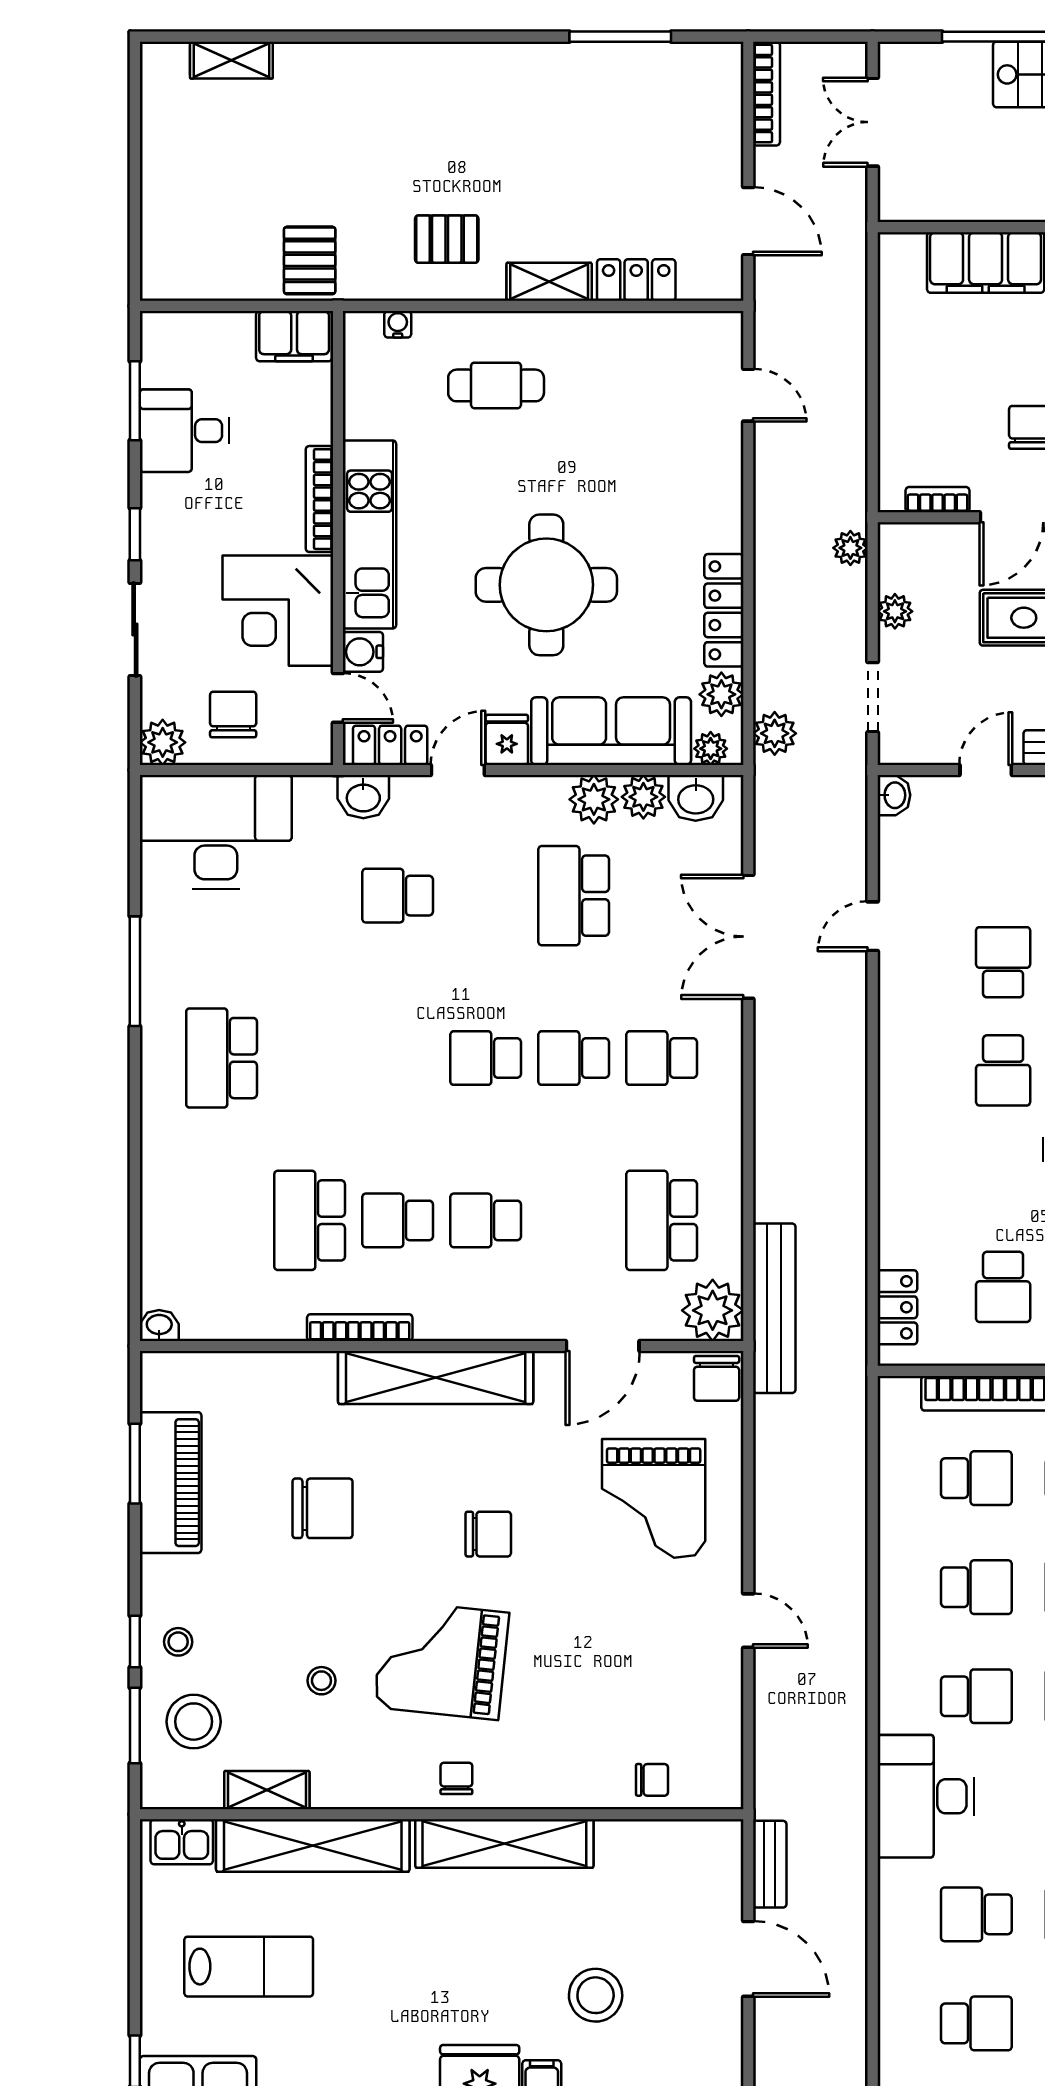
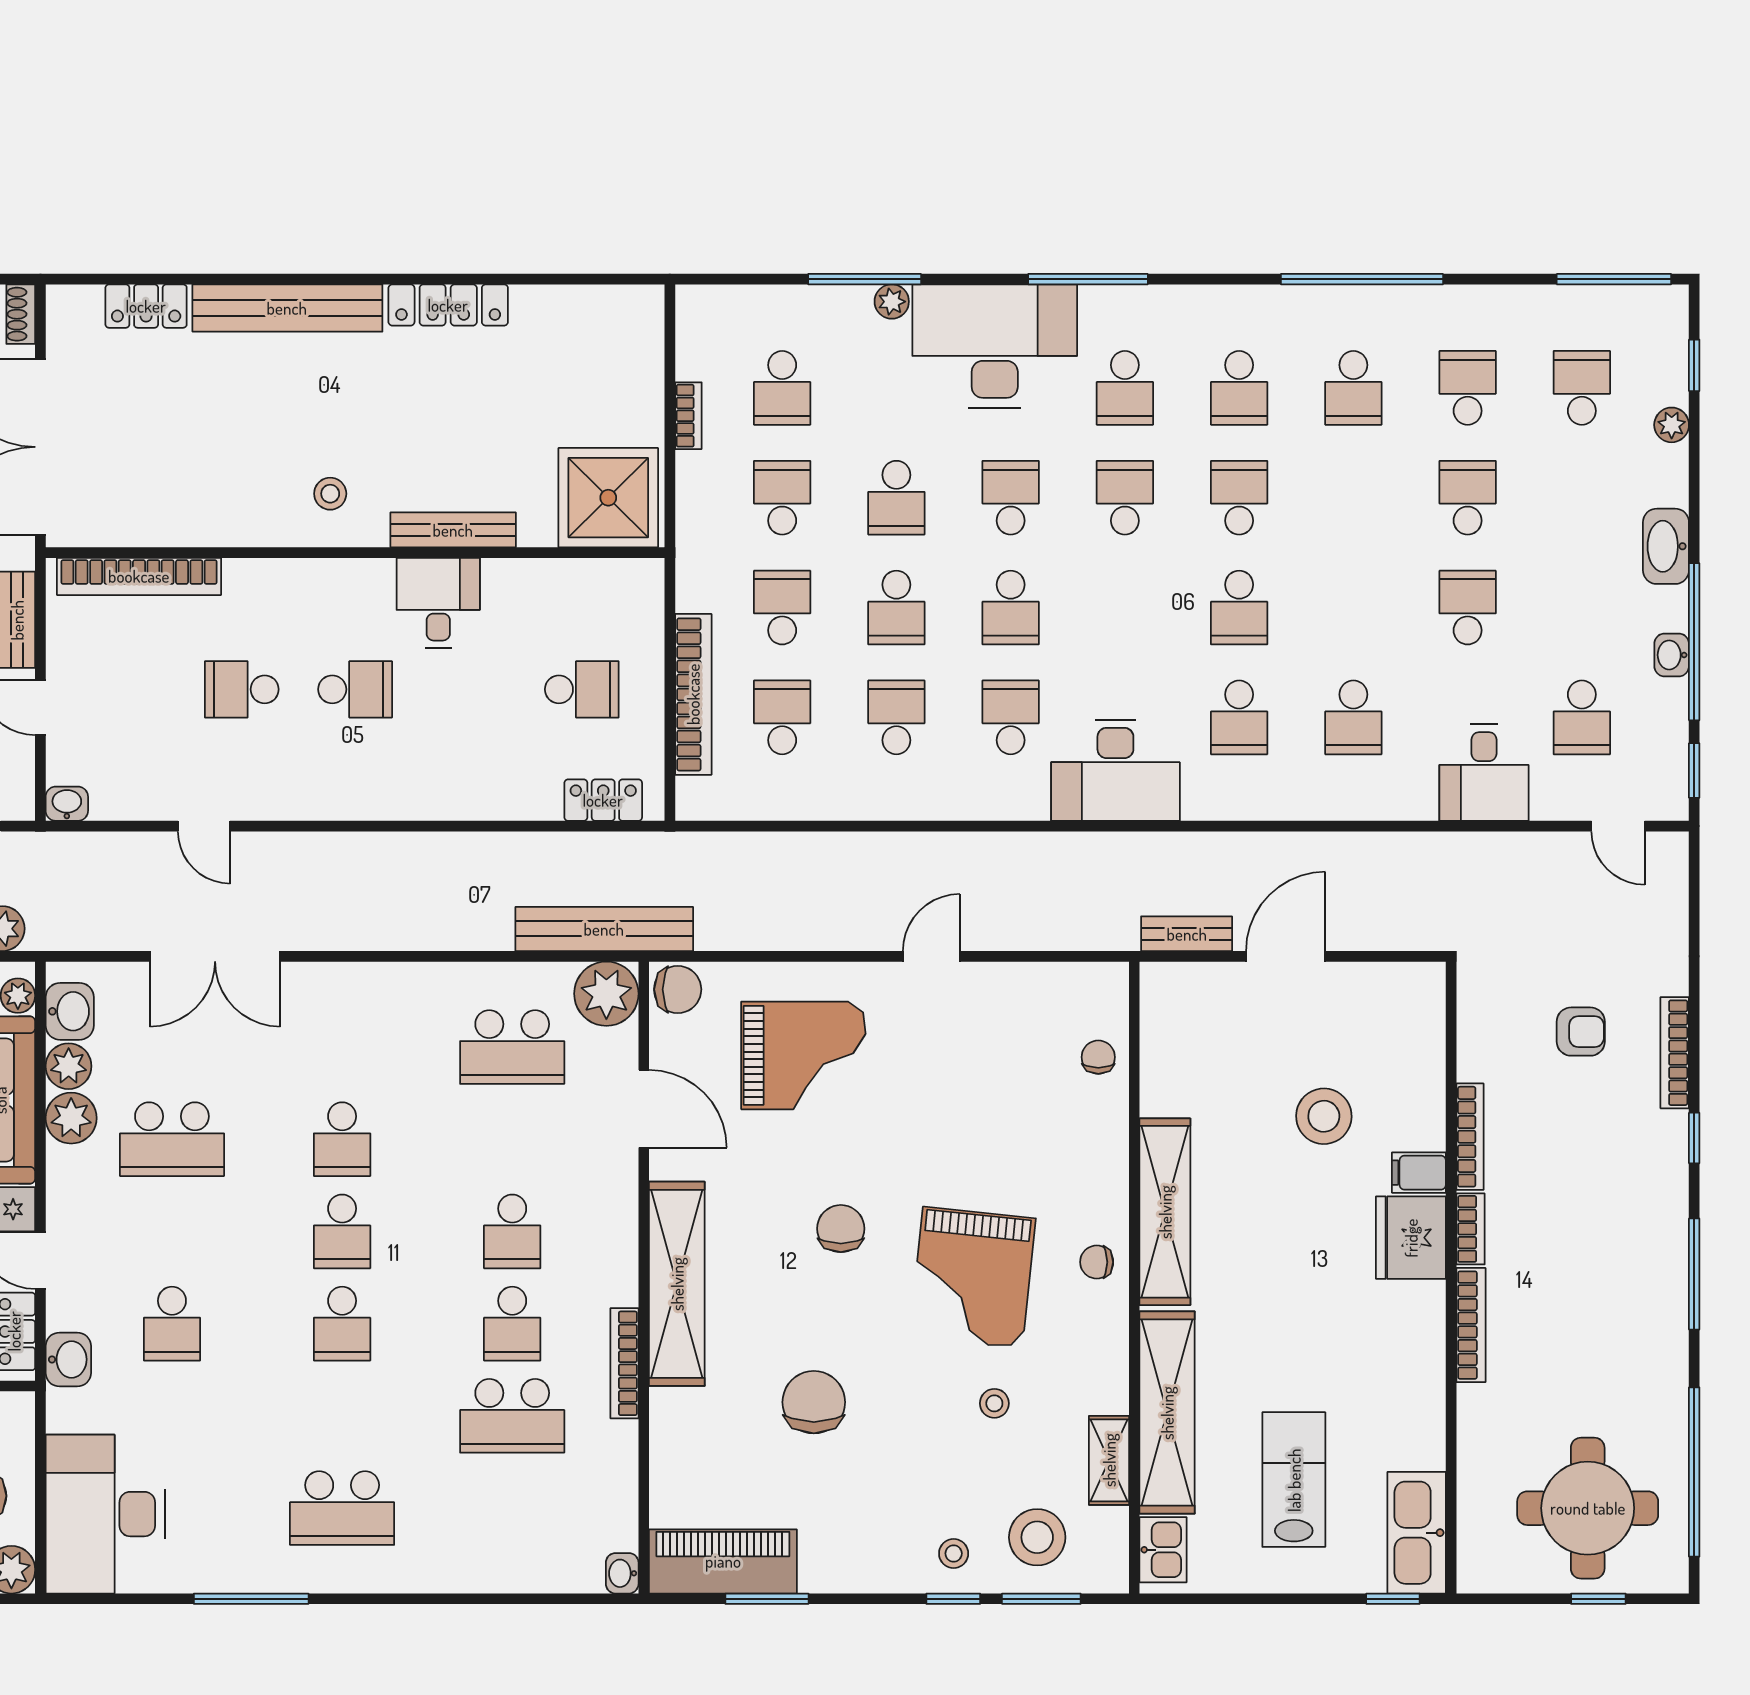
school desk: (662, 1058) -> (342, 1324), moved
piano: (171, 1483) -> (723, 1561), moved
school desk: (976, 2023) -> (1353, 717), turned 180

